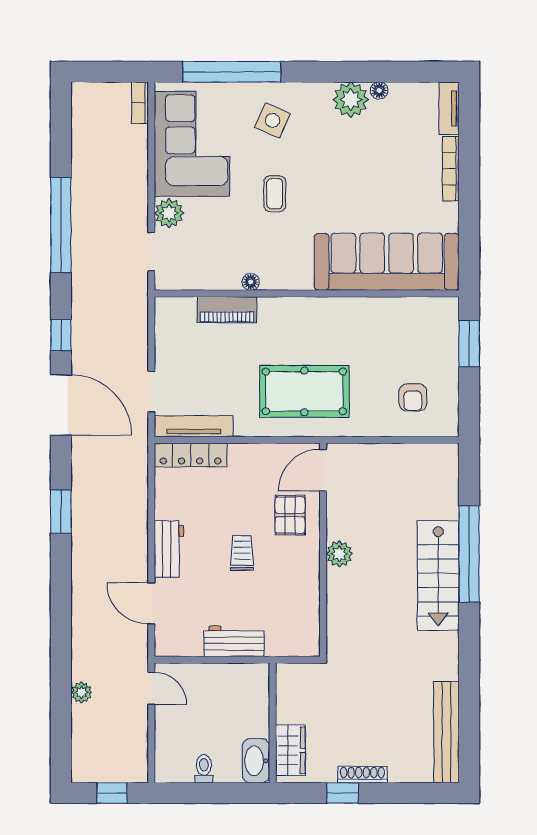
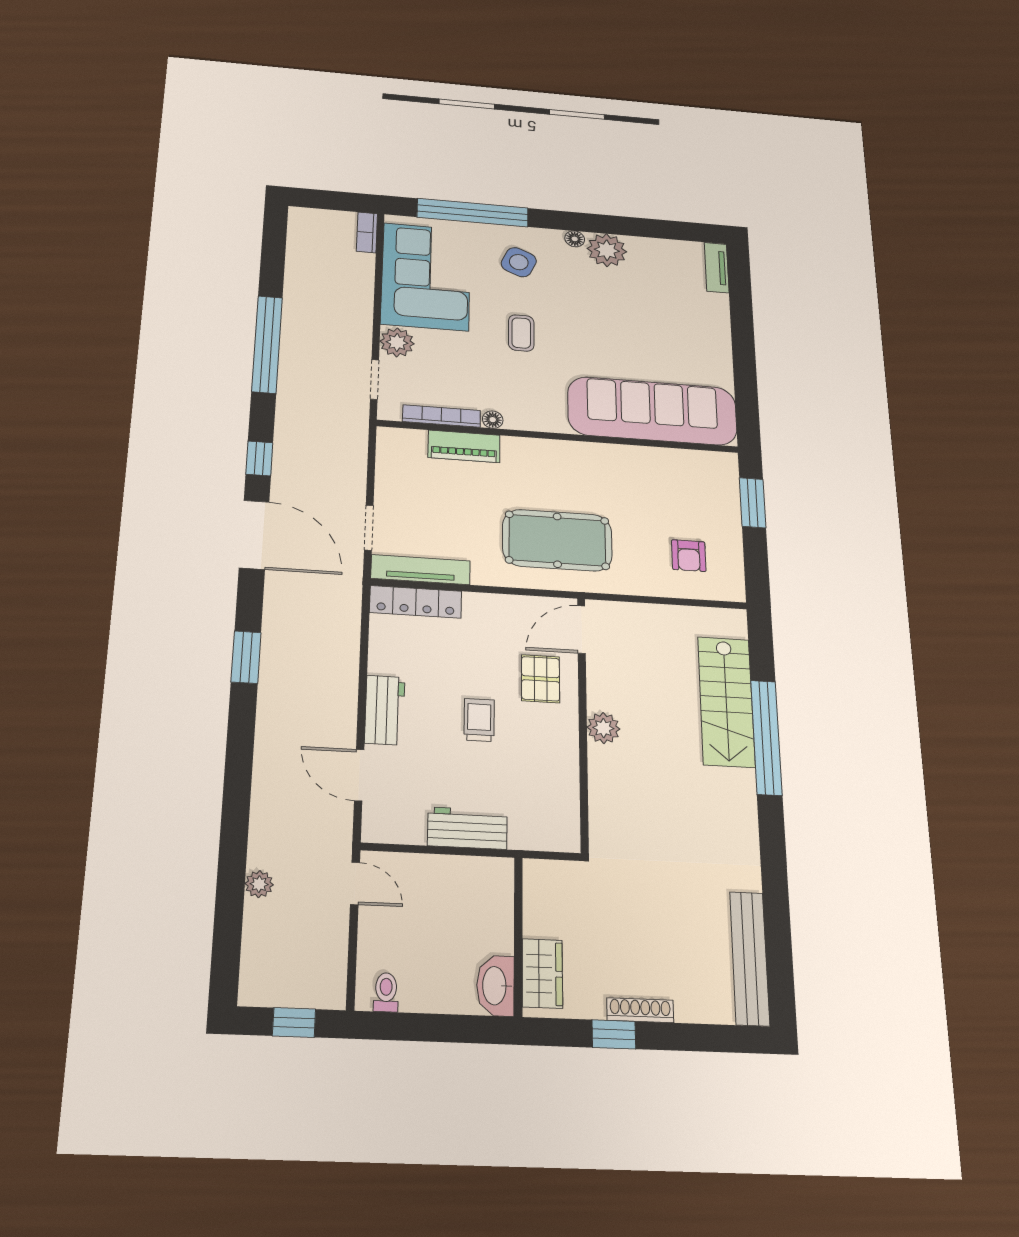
floor lamp: (379, 90) -> (575, 239), moved
bookcase: (451, 169) -> (442, 416), moved, turned 90
stairs: (438, 576) -> (726, 701), moved
toilet: (204, 769) -> (386, 992), moved

